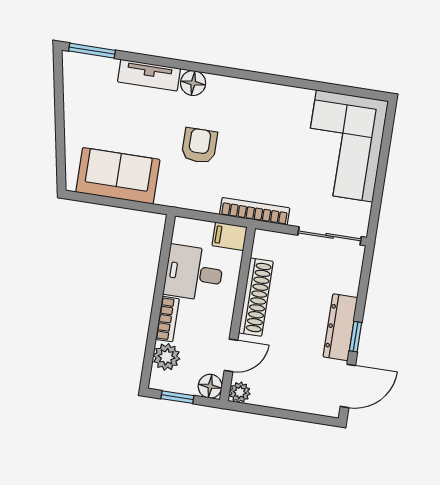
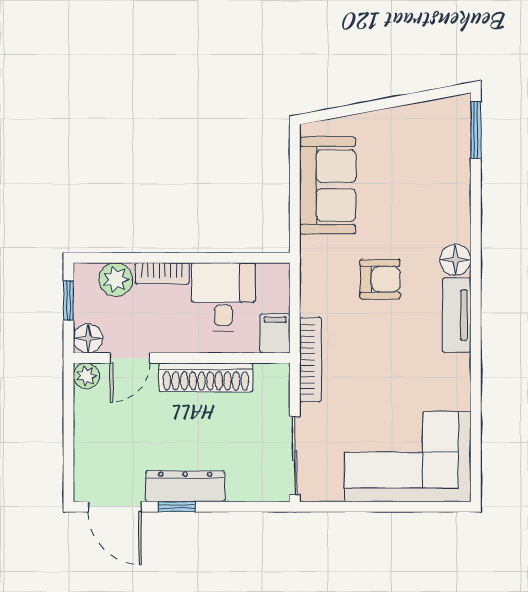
tv unit: (149, 75) -> (457, 315), moved
door: (231, 355) -> (130, 358), hinge flipped

